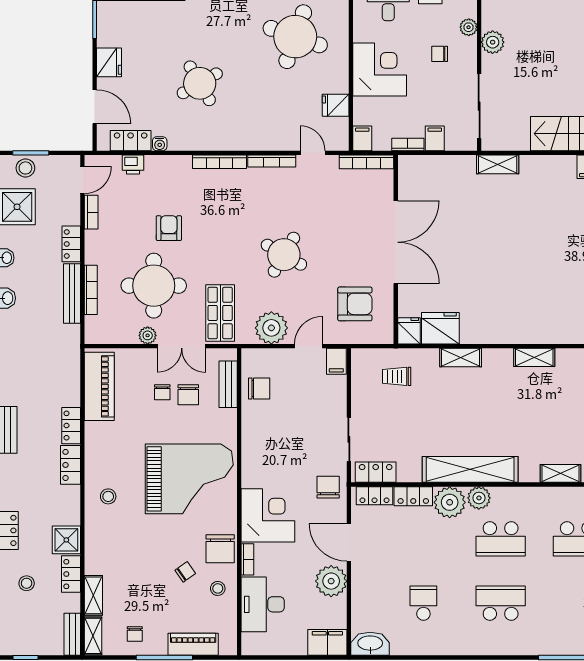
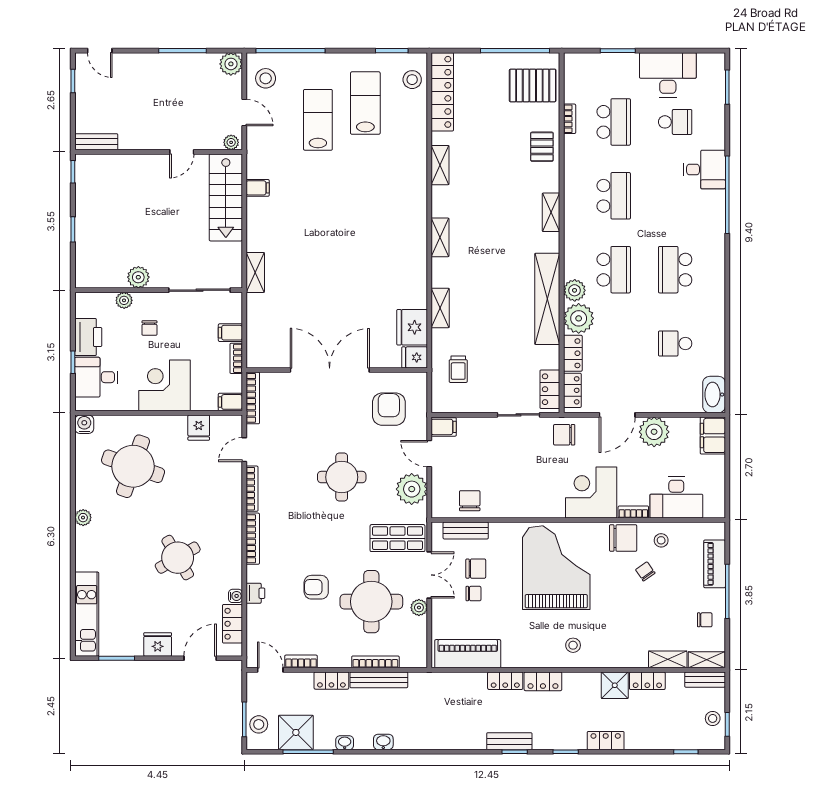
printer: (133, 165) -> (255, 593), moved
round table: (284, 255) -> (342, 477), turned -30
stool: (27, 583) -> (713, 718), moved

